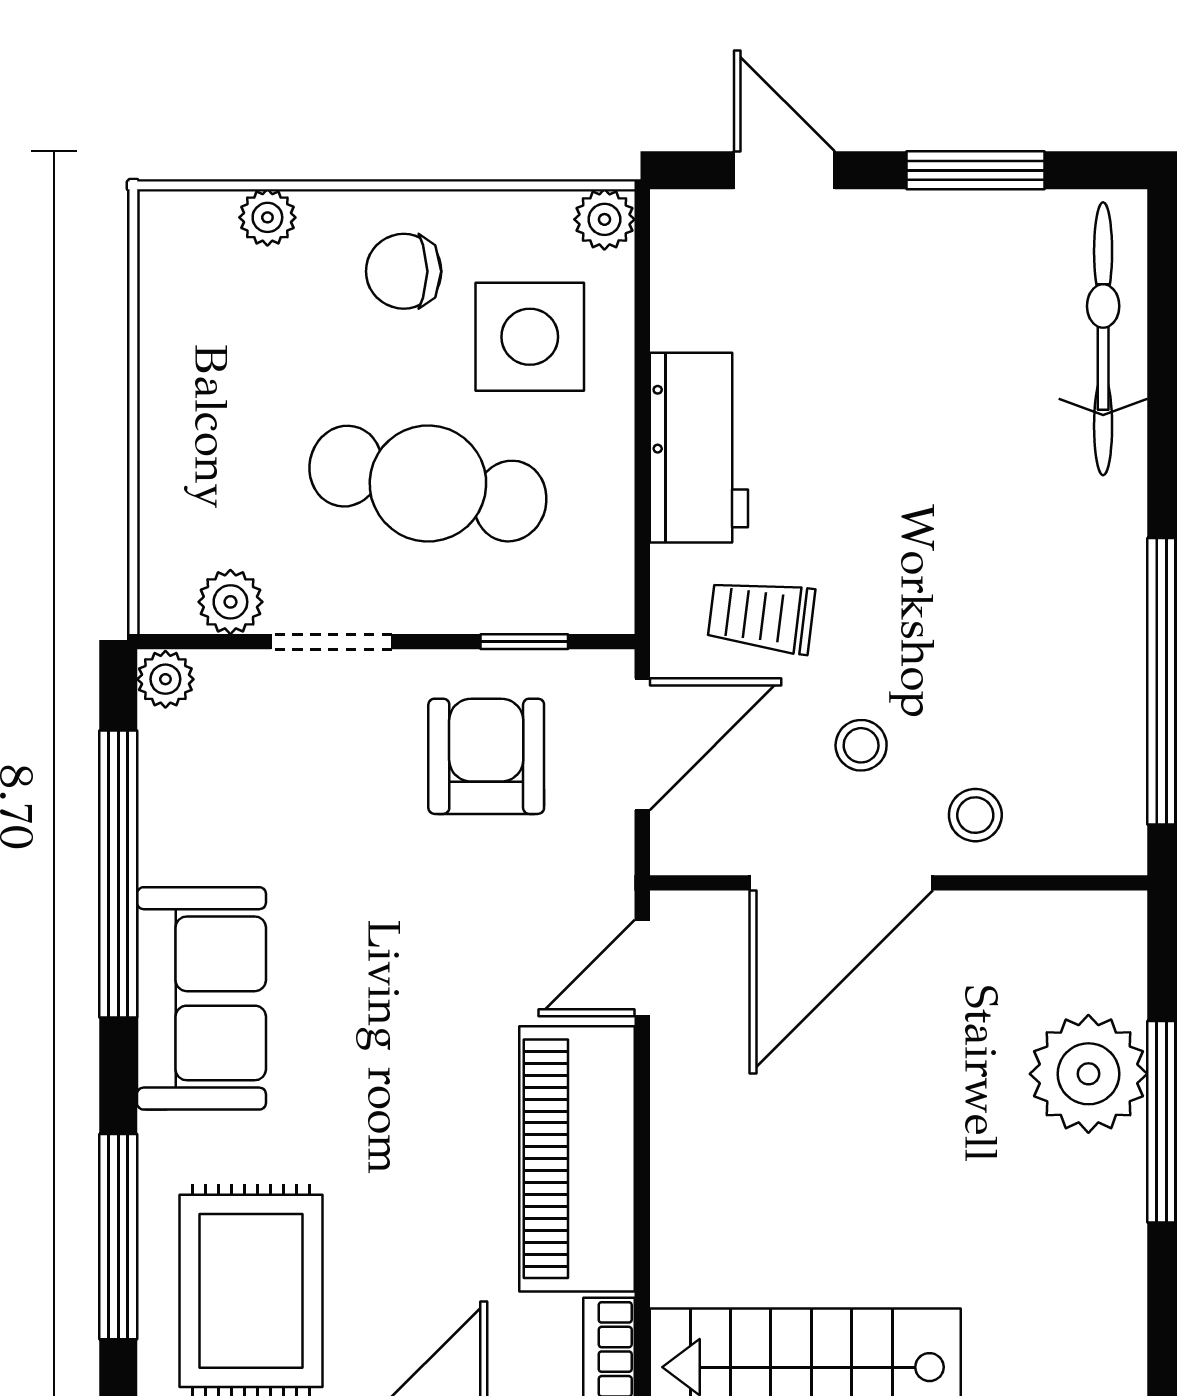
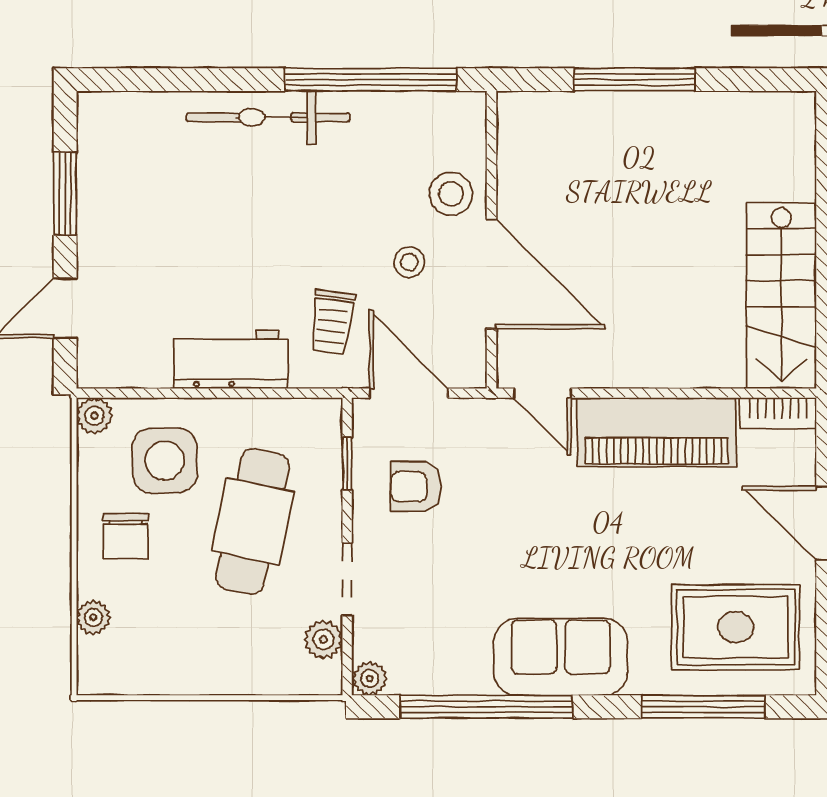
bicycle: (1103, 339) -> (268, 117), moved
armchair: (486, 756) -> (416, 487), width x0.72, depth x0.72
stool: (975, 815) -> (451, 194), width x1.37, depth x1.37
plant: (1088, 1074) -> (606, 126), removed

